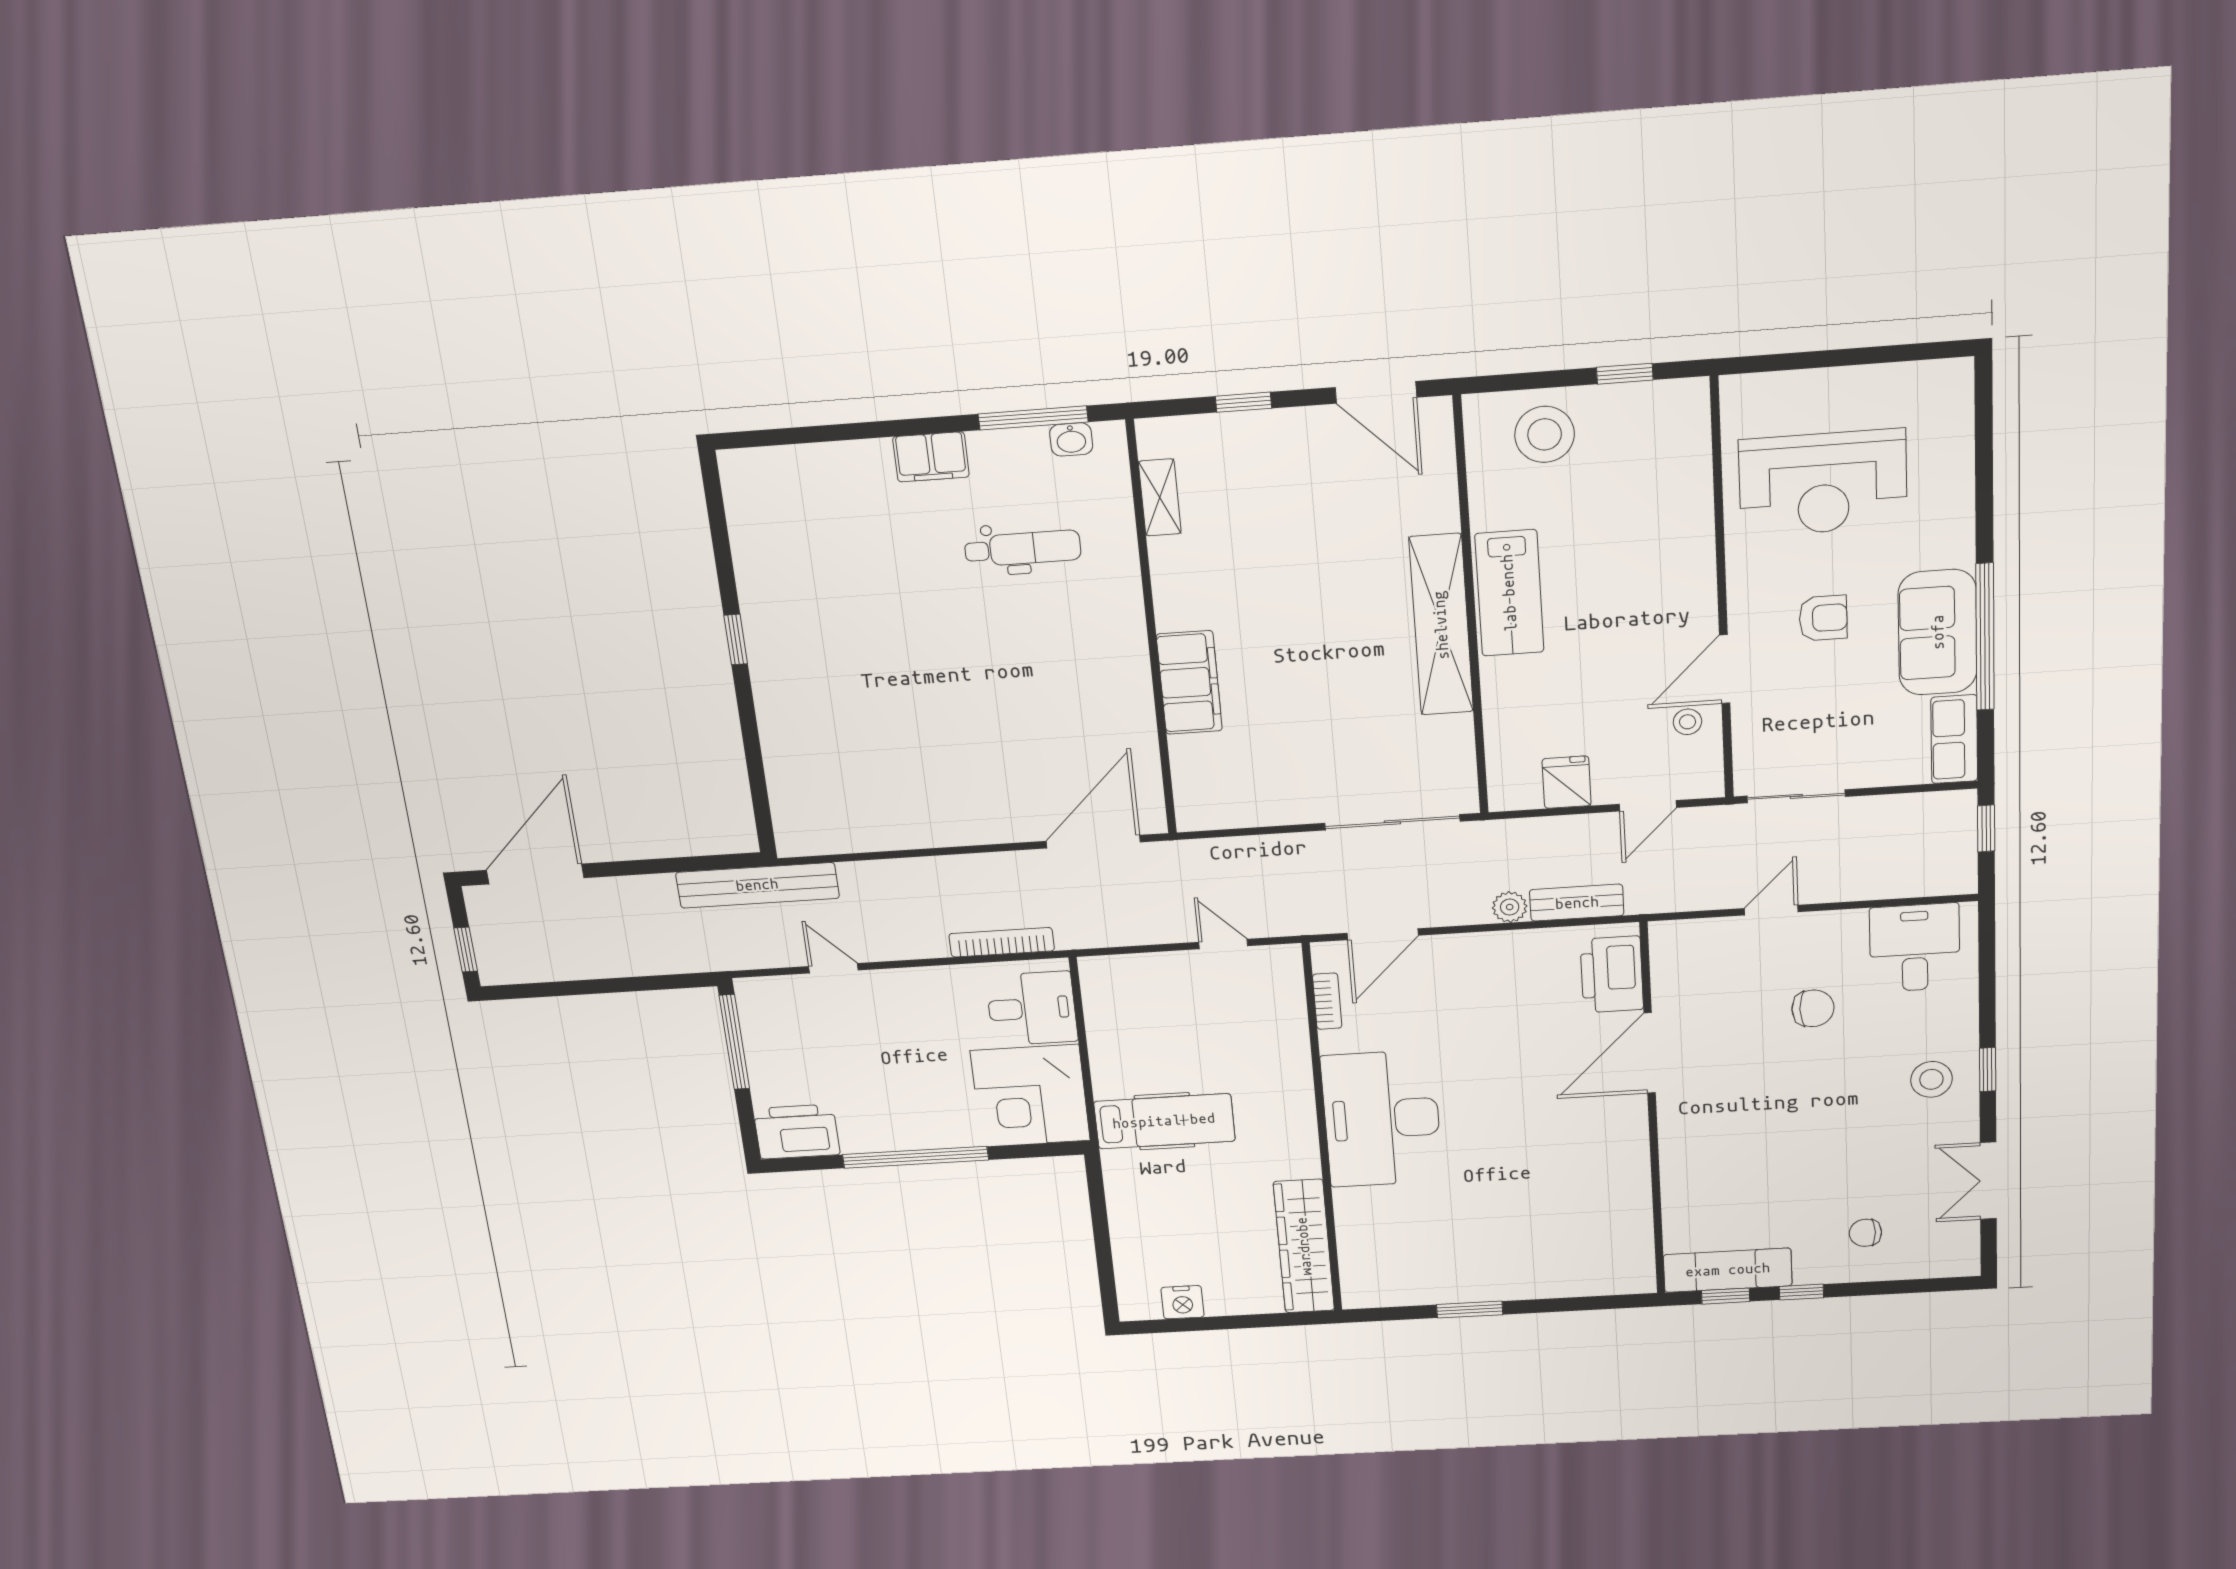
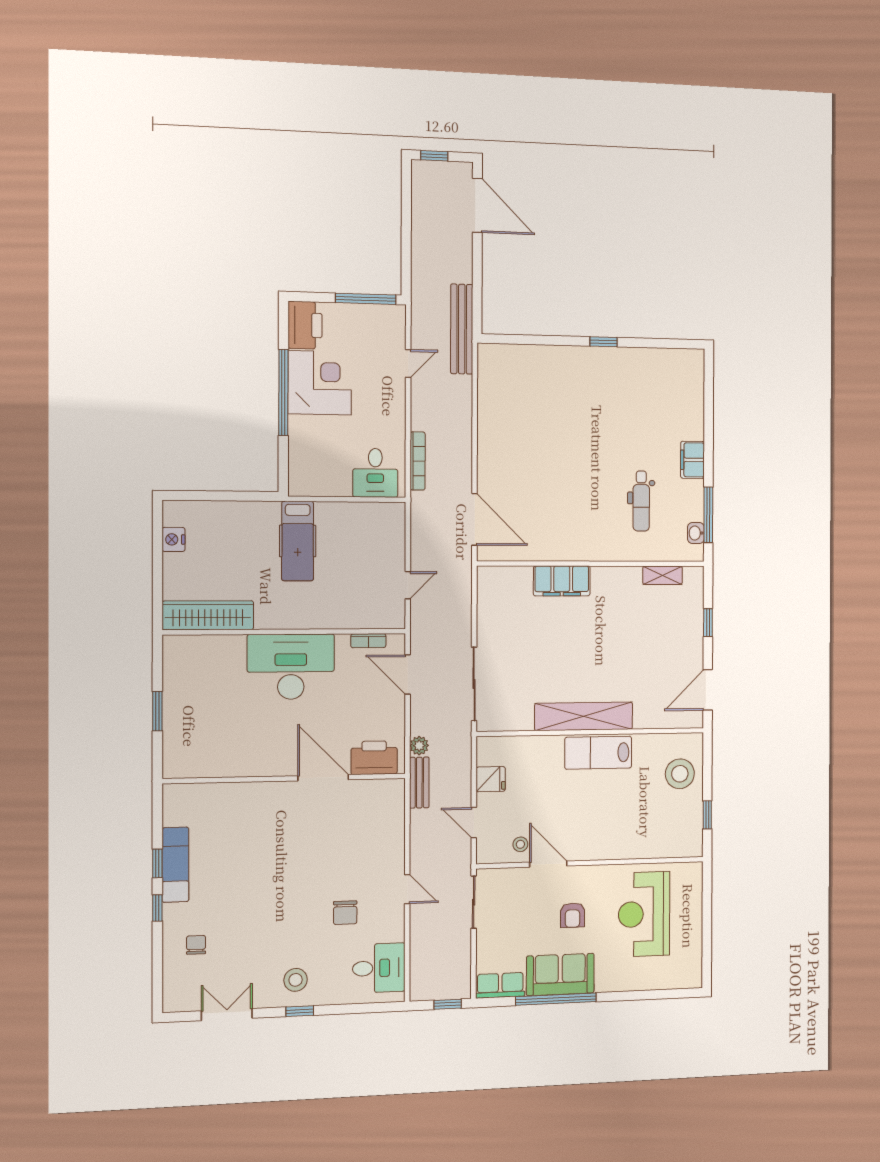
printer: (1612, 974) -> (374, 758), moved
door: (1650, 1053) -> (323, 778), moved
corner desk: (1030, 1096) -> (320, 383), moved, turned 90
wall: (1652, 1112) -> (285, 779), moved

